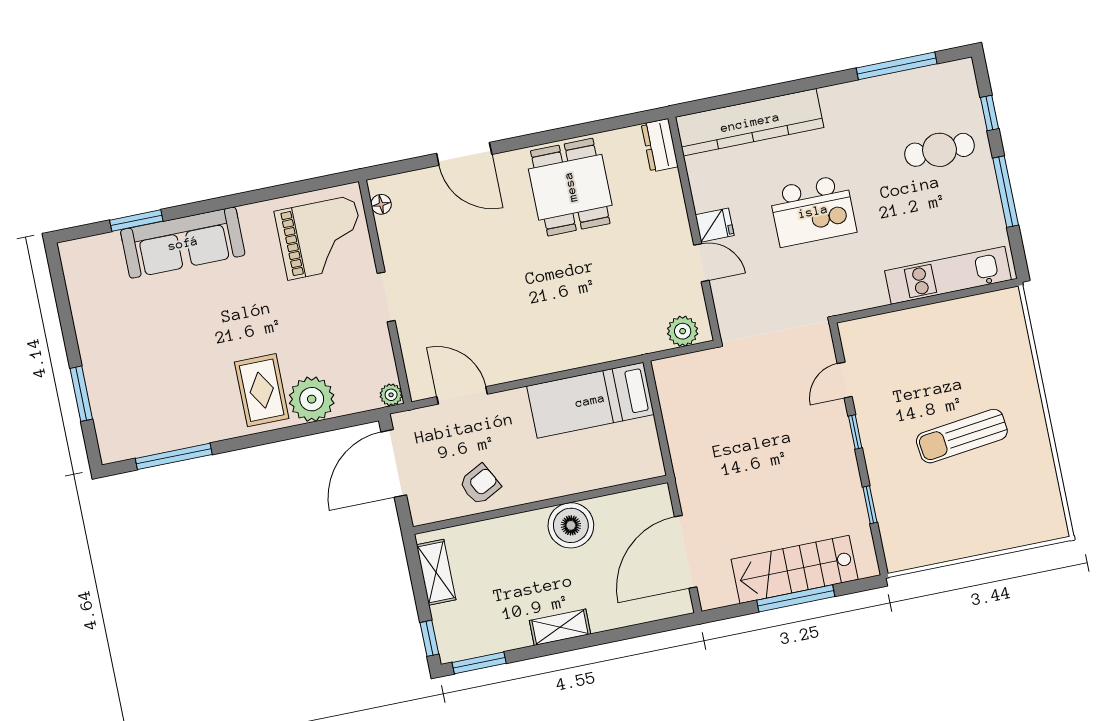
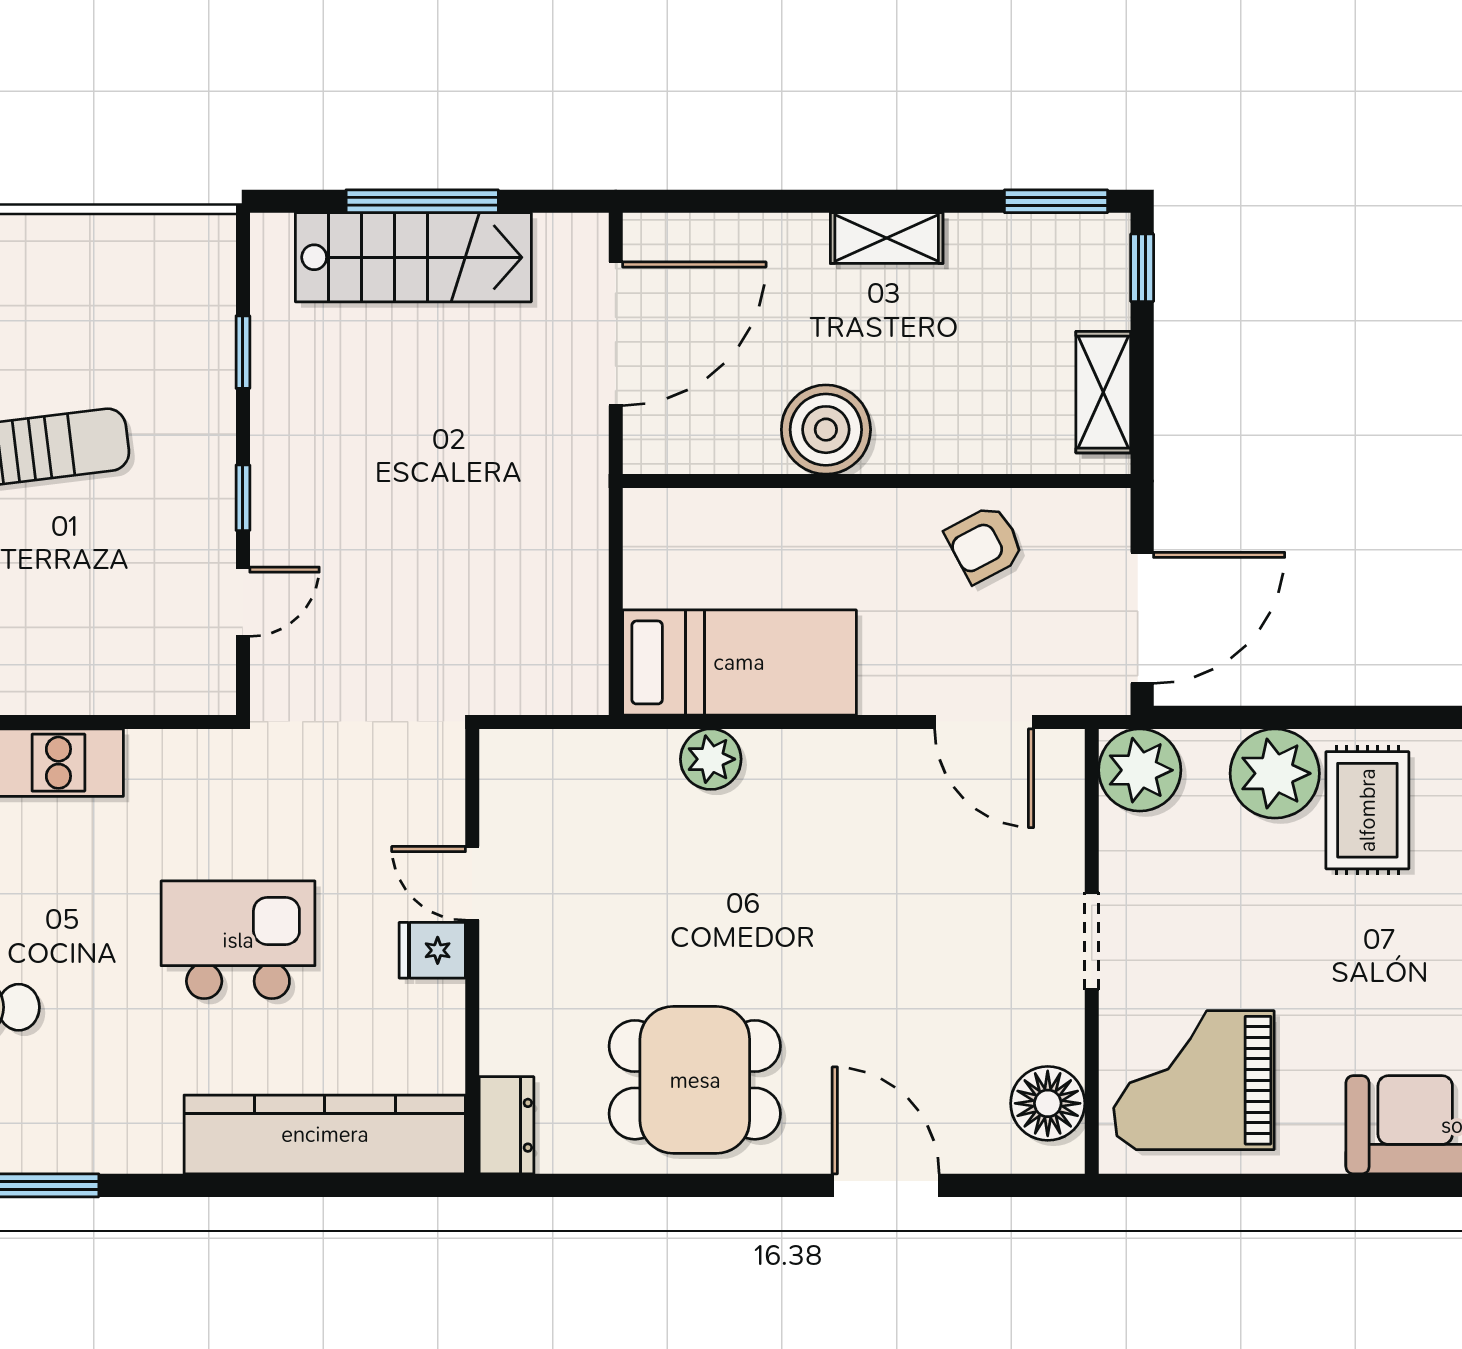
dining table: (570, 187) -> (695, 1080), turned 90
floor lamp: (381, 204) -> (1048, 1103), width x1.89, depth x1.89
plant: (683, 331) -> (711, 759), moved
plant: (391, 395) -> (1140, 770), width x1.87, depth x1.87

